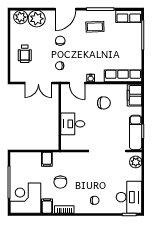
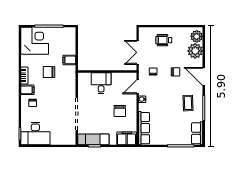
plant: (136, 162) -> (67, 139), removed
filing cabinet: (47, 206) -> (27, 90), moved

